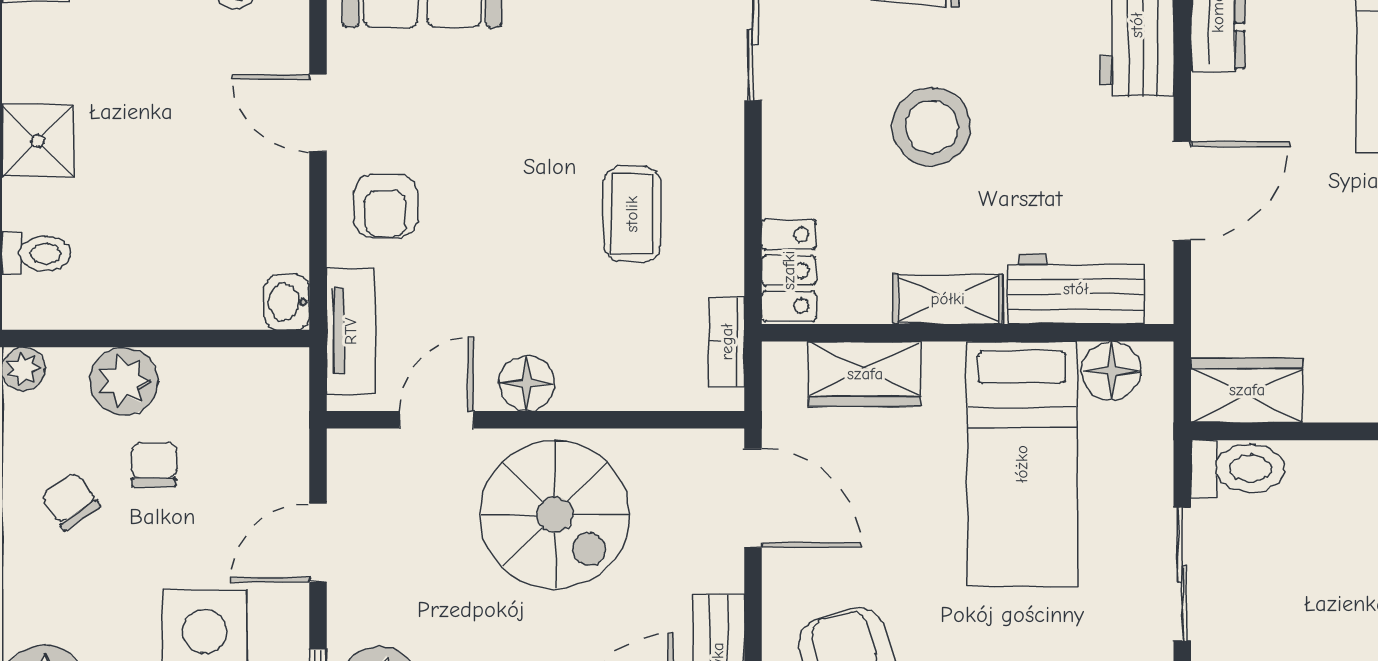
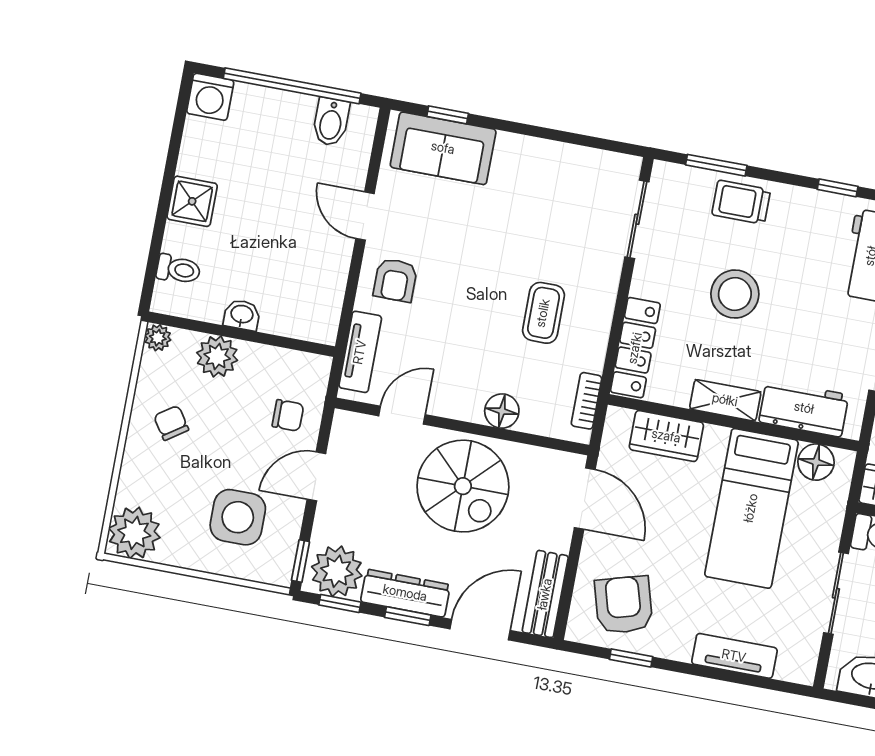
locker: (789, 270) -> (635, 348), width x1.53
washbasin: (287, 302) -> (242, 315), moved, turned 90
floor lamp: (527, 383) -> (502, 411), moved
chair: (154, 464) -> (288, 415), moved, turned 90

